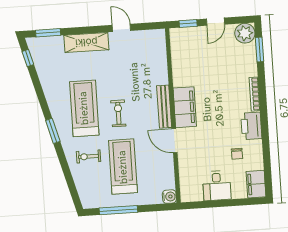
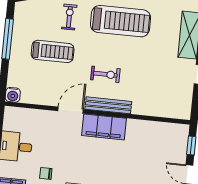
exercise bike: (118, 113) -> (105, 74), moved
treadmill: (123, 167) -> (53, 51), width x0.73, depth x0.73

